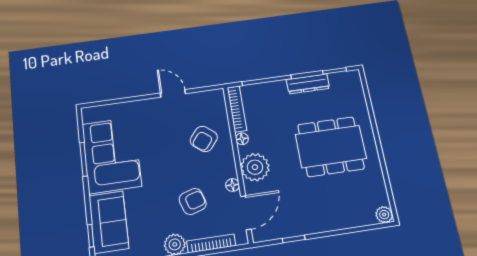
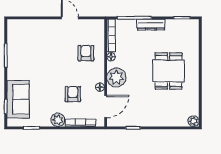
dresser: (308, 84) -> (151, 25), moved
armchair: (204, 139) -> (86, 53), turned 141
dining table: (331, 147) -> (169, 71), width x0.73
corner sofa: (112, 155) -> (24, 55), removed
armchair: (193, 201) -> (73, 94), turned -73

